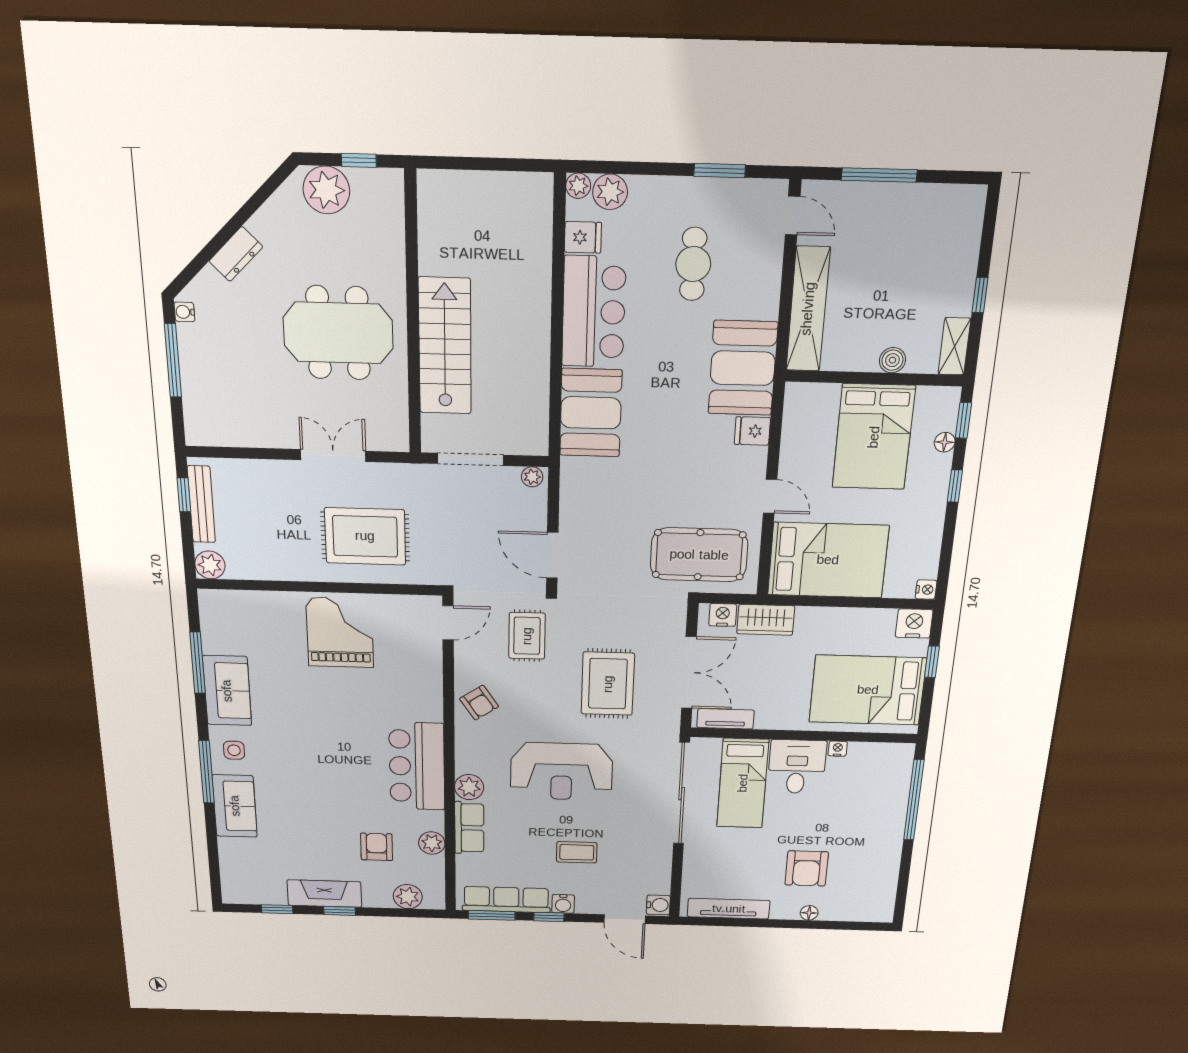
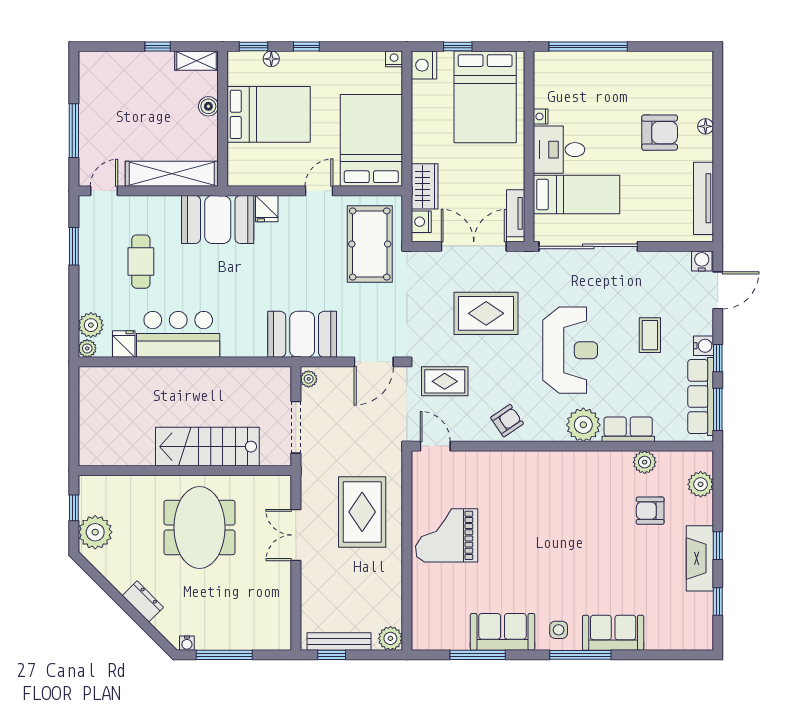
cafe table: (693, 264) -> (141, 262), turned 90
booth: (591, 413) -> (302, 334), moved
bar counter: (417, 766) -> (569, 474), removed
plant: (469, 787) -> (583, 425), width x1.36, depth x1.36

